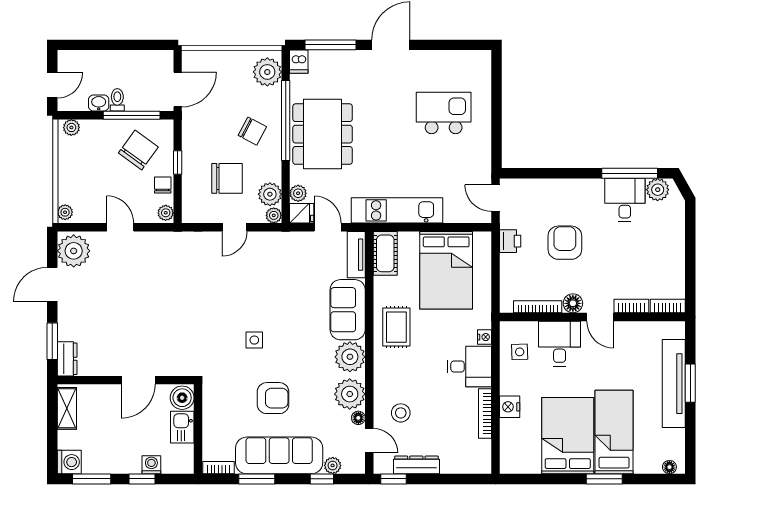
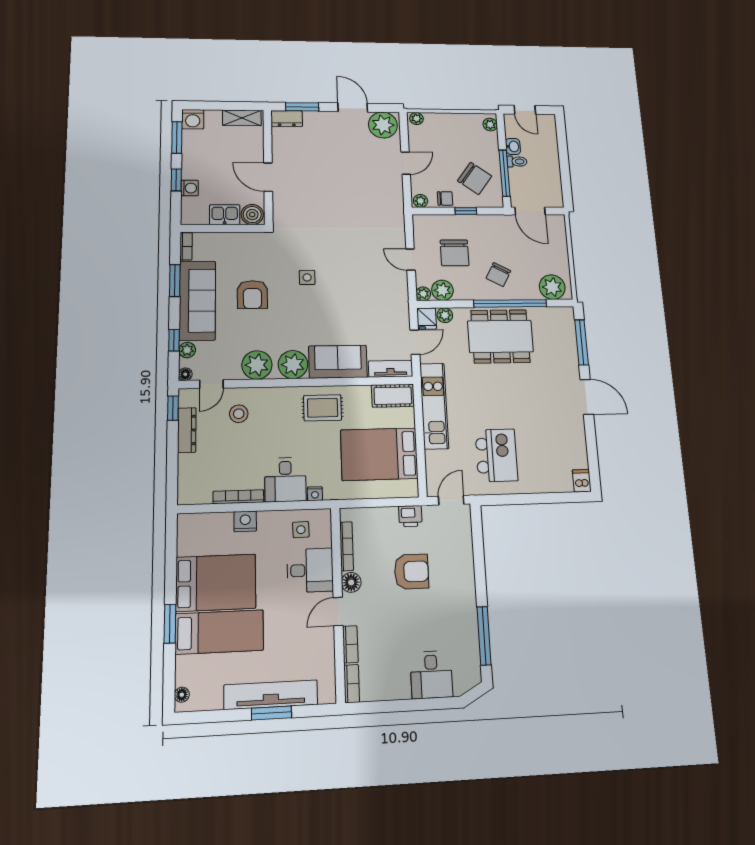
dishwasher: (299, 62) -> (582, 481), moved, turned 90
kitchen island: (444, 113) -> (496, 455), moved
plant: (658, 190) -> (470, 666), removed
desk: (625, 200) -> (431, 675), moved, turned 90
floor lamp: (358, 418) -> (185, 374), moved

